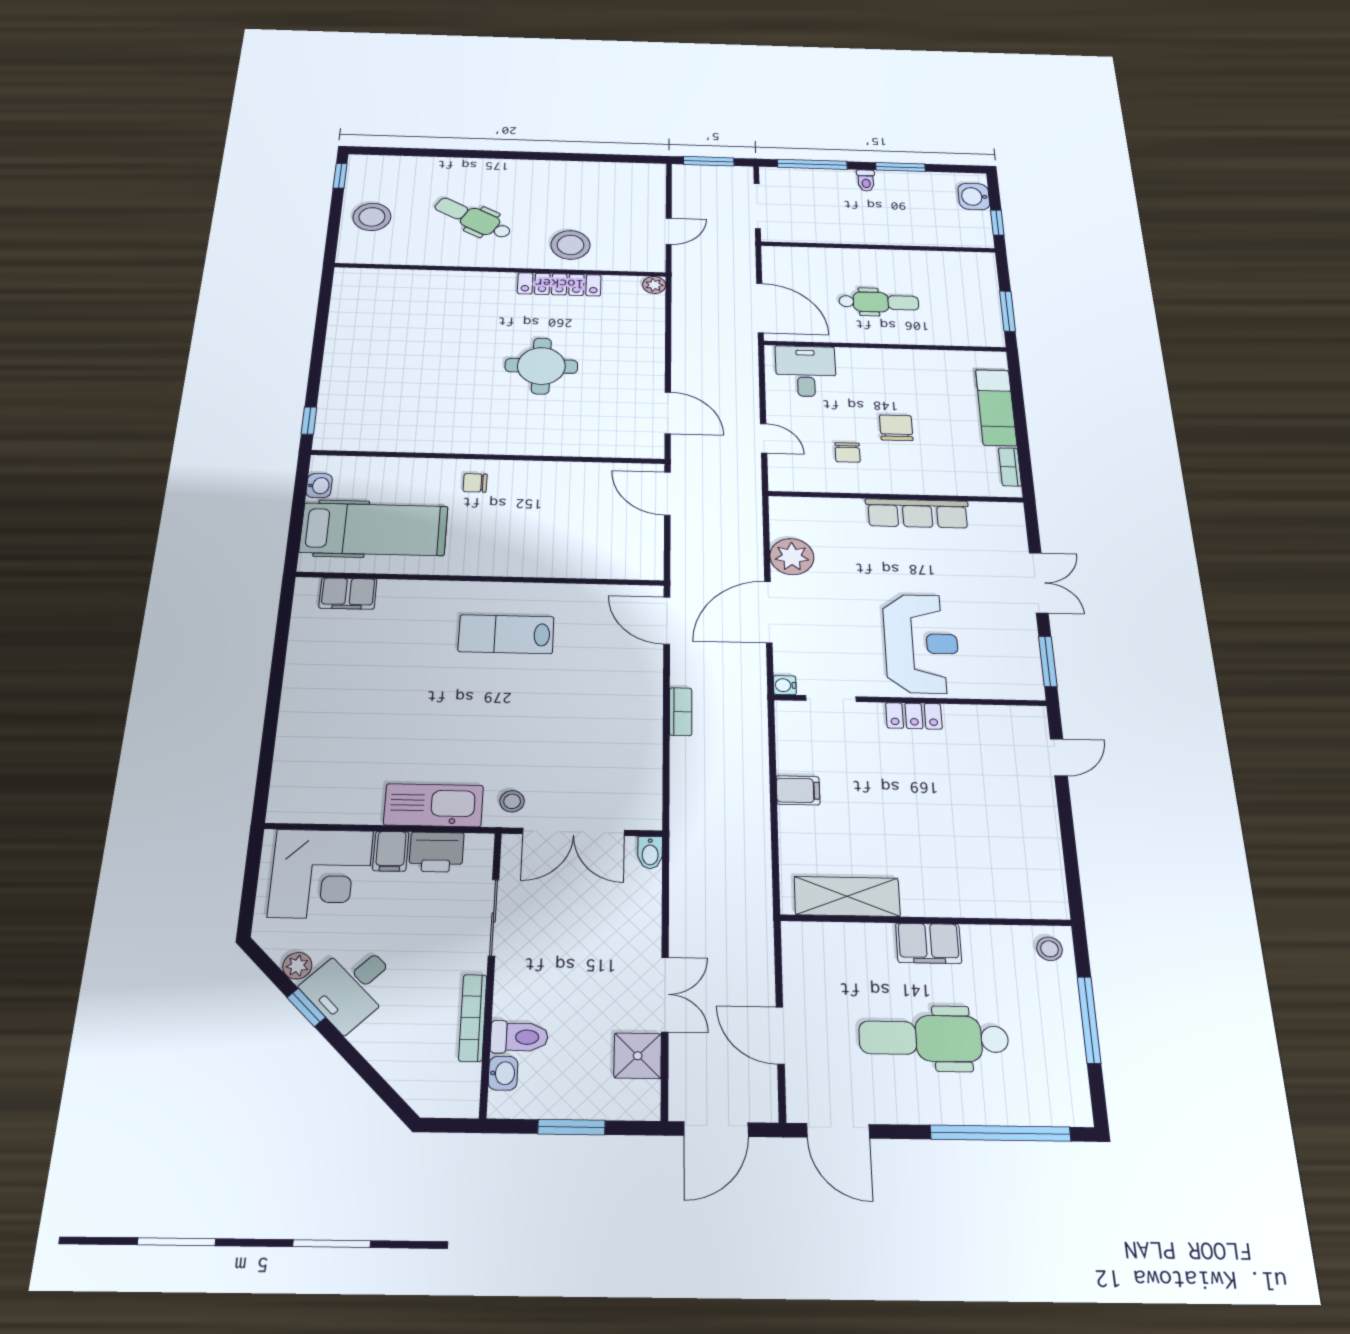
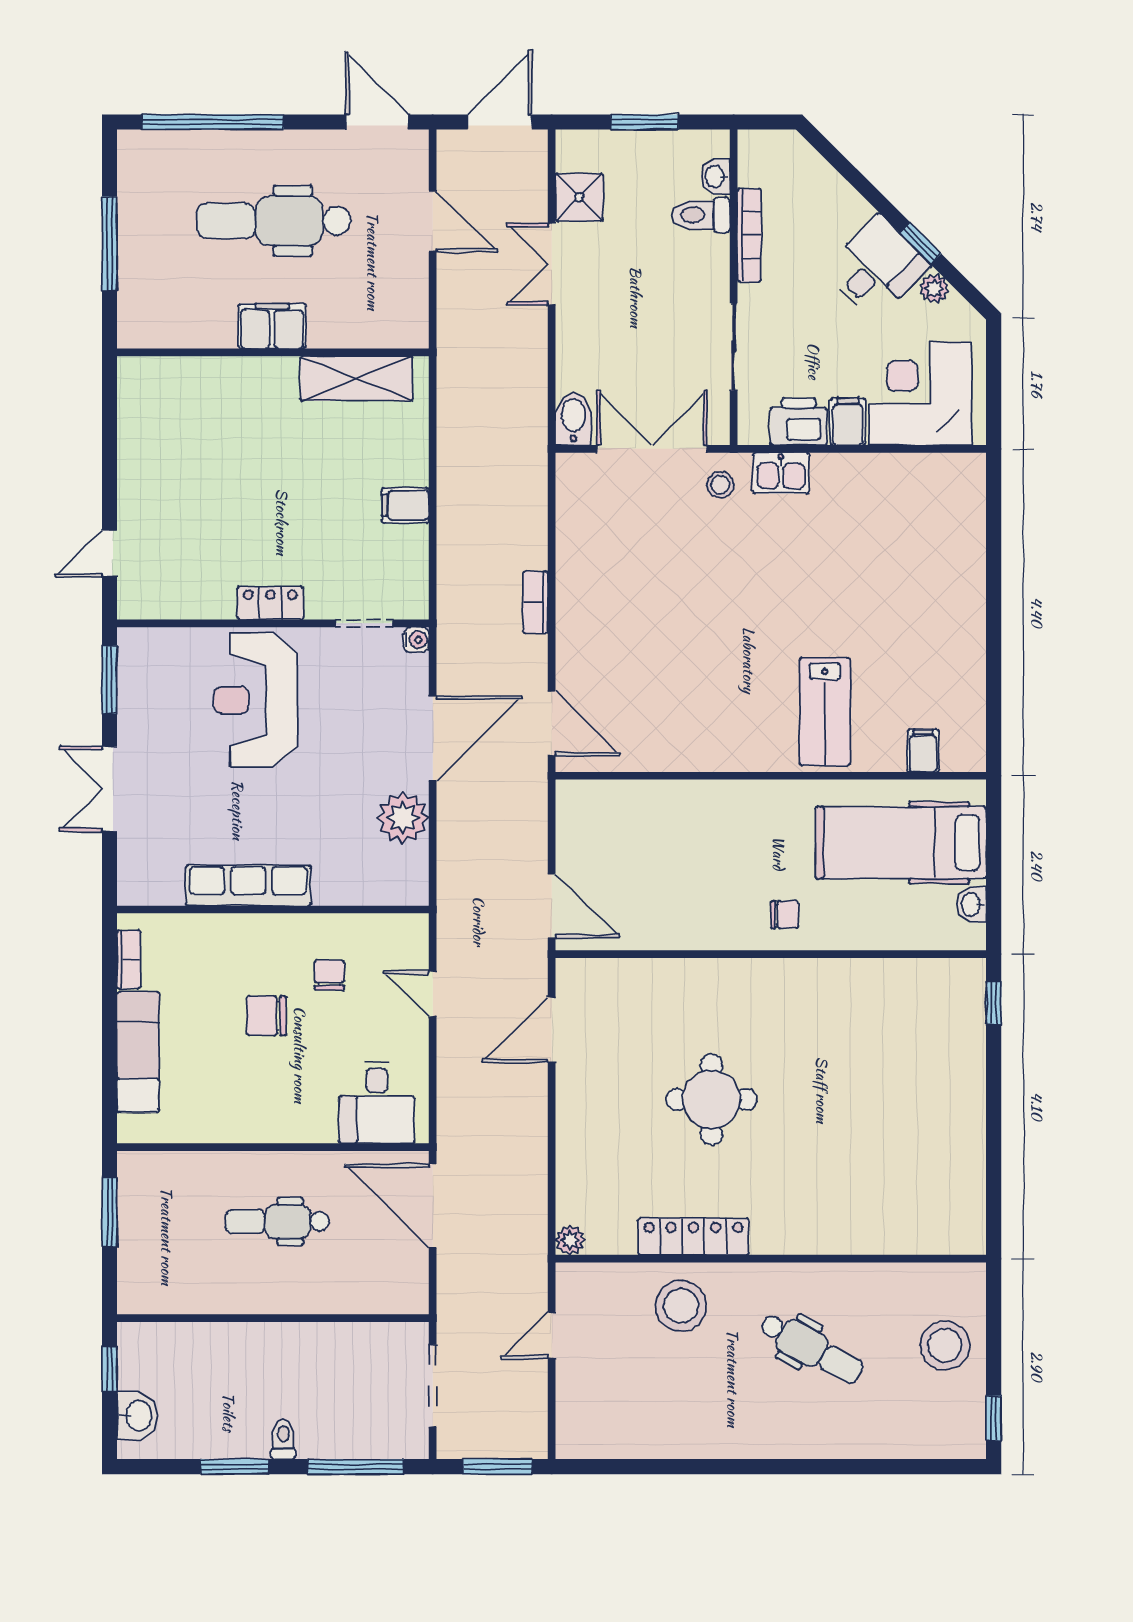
door: (668, 413) -> (552, 1030), hinge flipped
chair: (896, 428) -> (266, 1016), turned 90
filing cabinet: (348, 594) -> (923, 751), width x0.50
lab bench: (506, 634) -> (825, 712), moved, turned 90
kitchen sink: (434, 805) -> (781, 473), width x0.53, depth x0.81
bidet: (650, 853) -> (573, 419), width x1.38, depth x1.36
stool: (1049, 949) -> (143, 322), removed
dental chair: (934, 1038) -> (274, 221), turned 180

